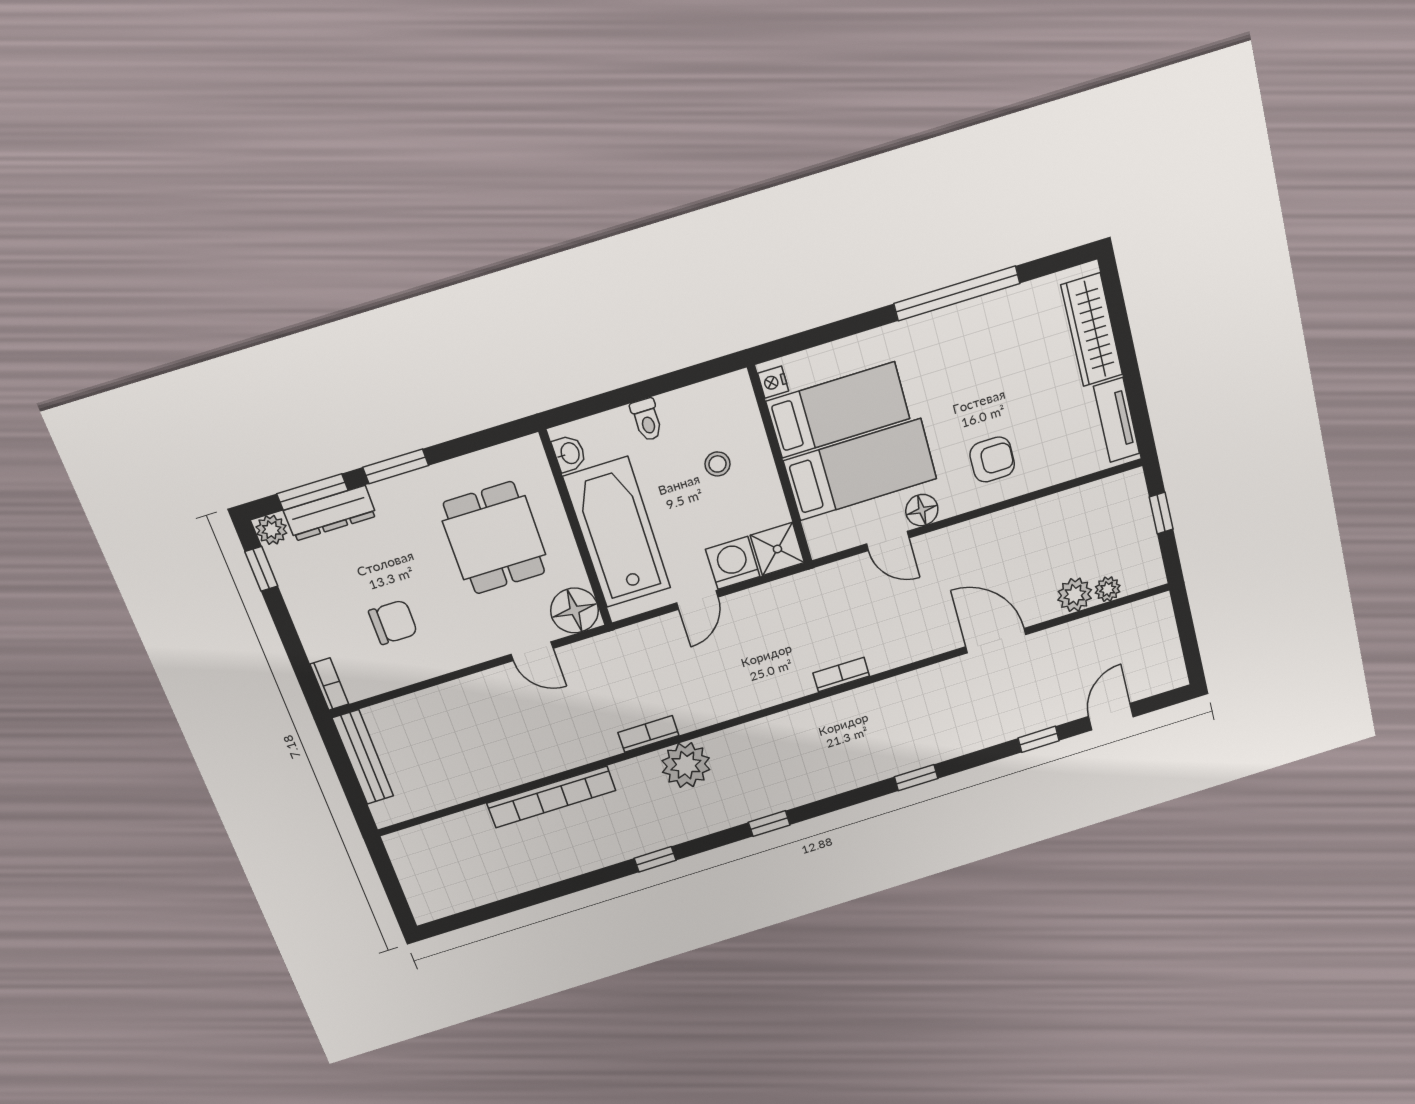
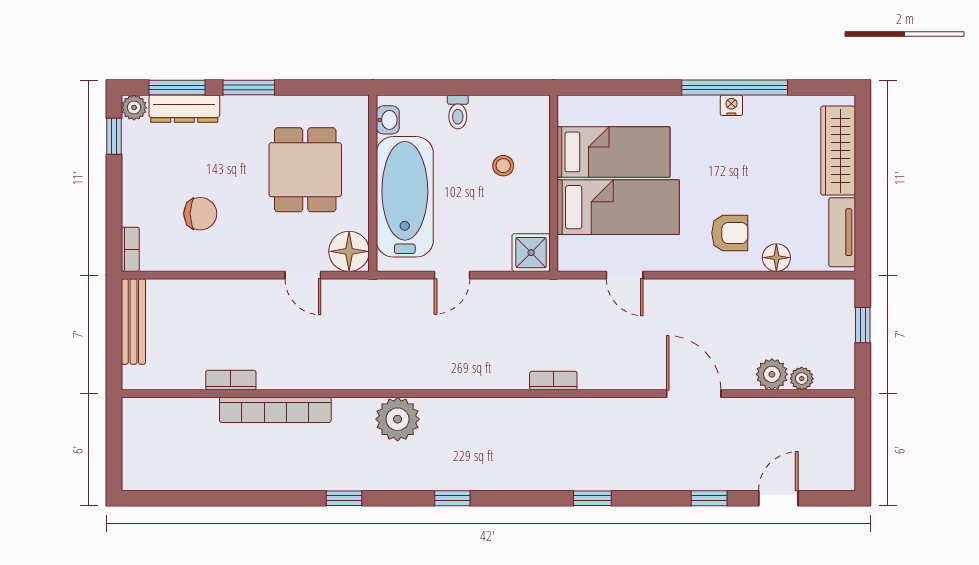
nightstand: (773, 382) -> (731, 105), moved, turned 90
floor lamp: (922, 510) -> (776, 258), moved
washing machine: (733, 563) -> (491, 253), removed
bookcase: (649, 734) -> (231, 380), moved

